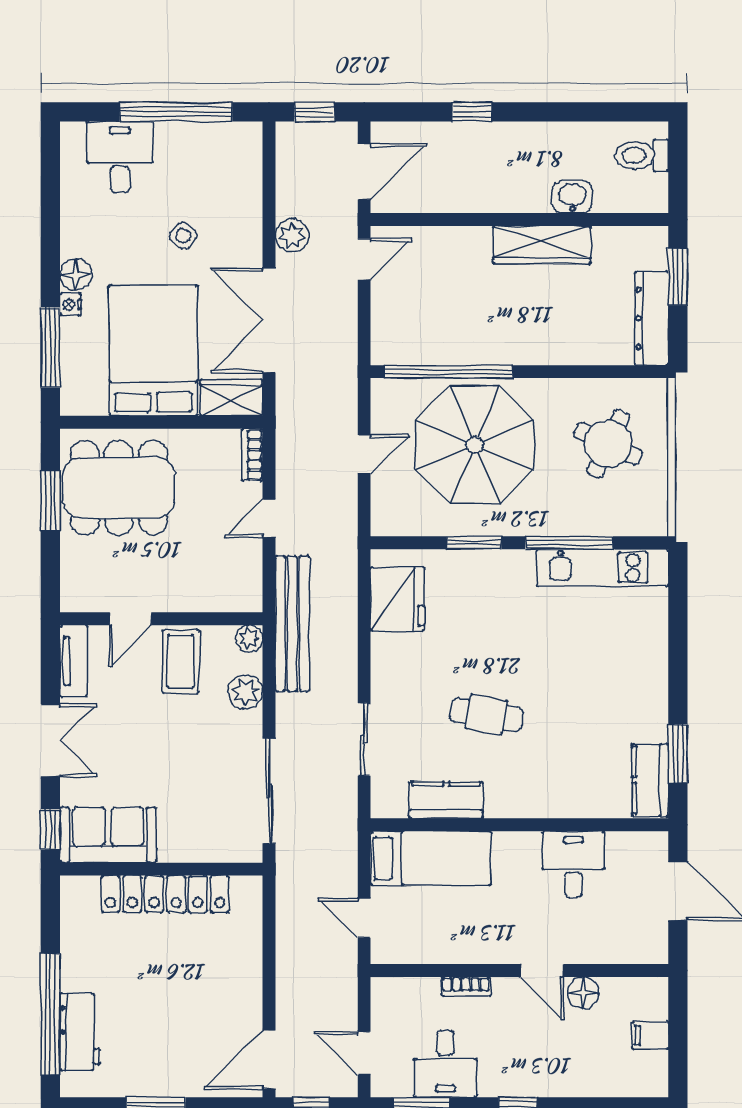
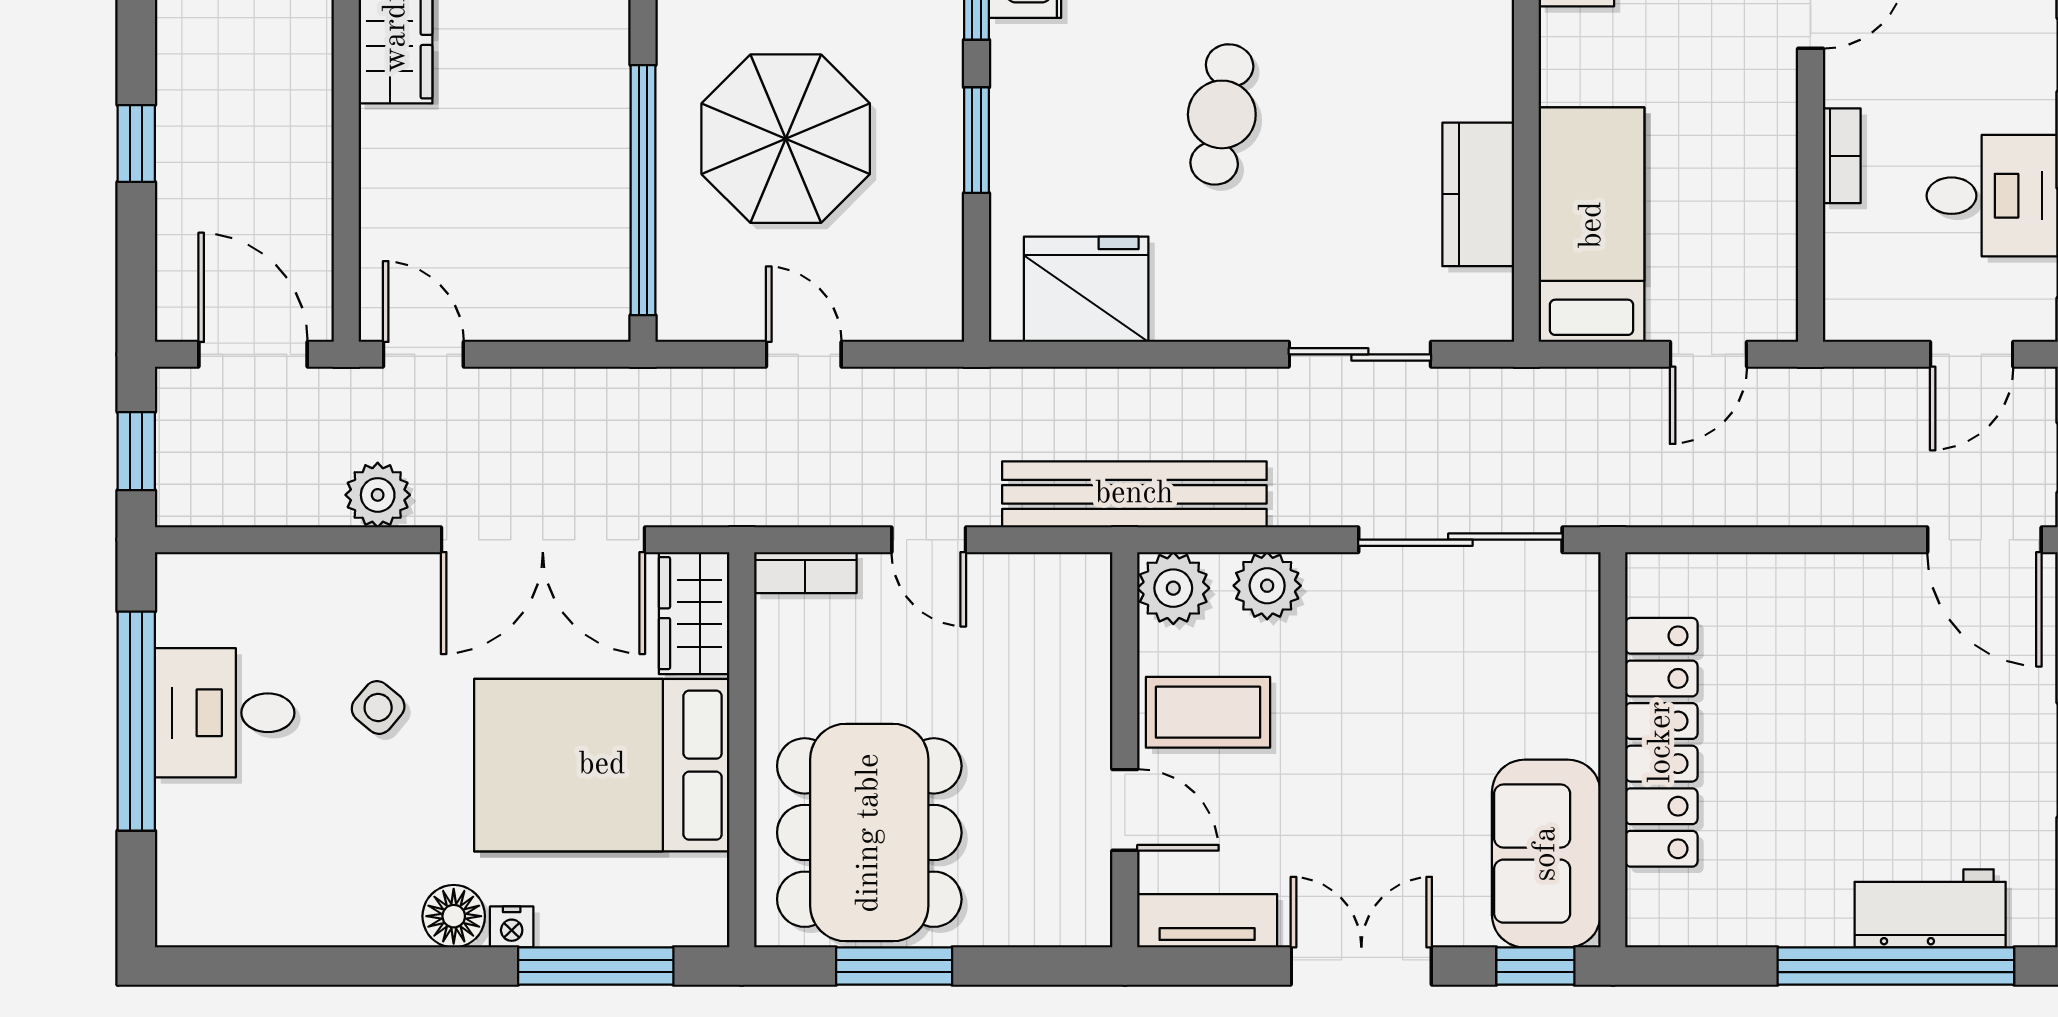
desk: (120, 157) -> (225, 713), moved
parasol: (475, 445) -> (786, 139), width x0.73, depth x0.73
plant: (249, 639) -> (1173, 588), width x1.38, depth x1.38
cafe table: (486, 715) -> (1222, 114), moved

